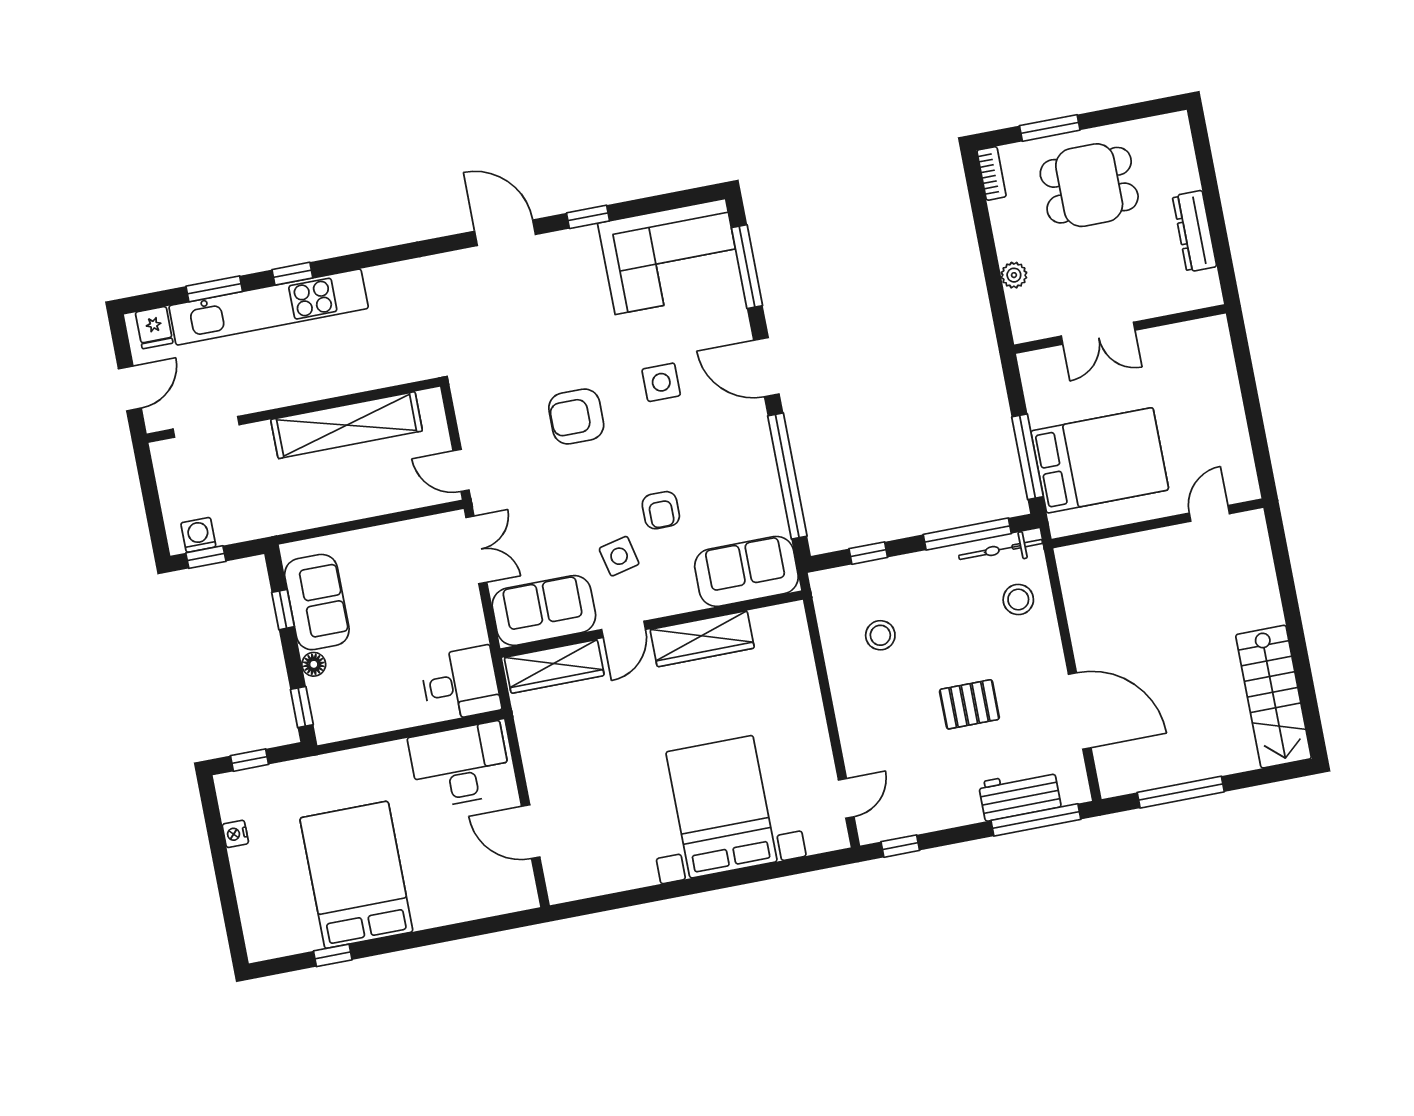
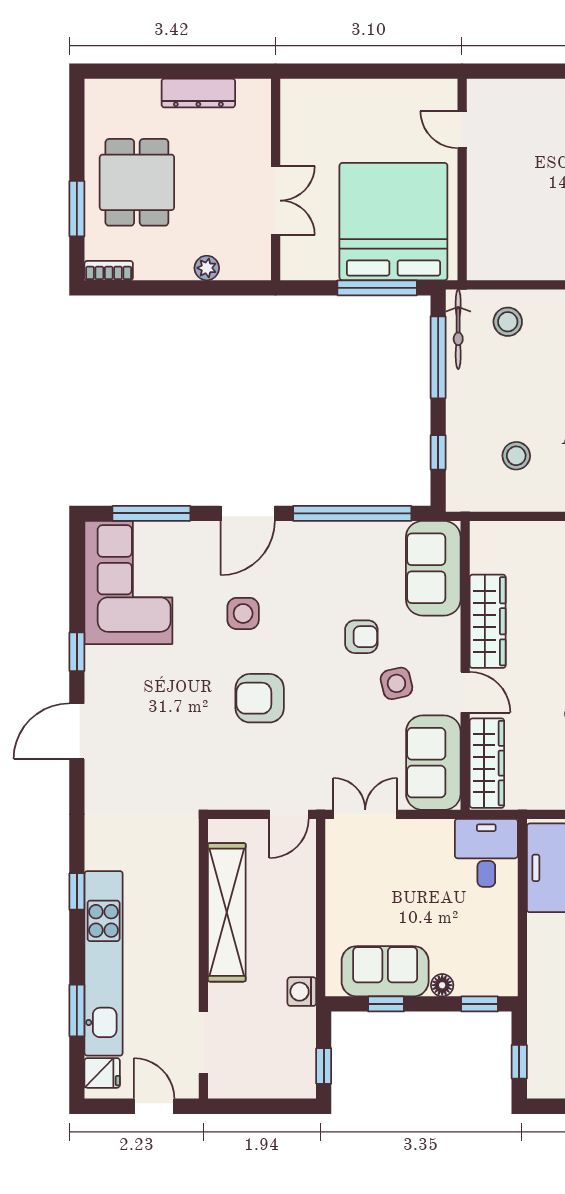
window: (292, 274) -> (77, 891), moved
armchair: (576, 417) -> (260, 698), turned 90
bed: (1100, 460) -> (393, 222), width x1.36
washing machine: (198, 535) -> (302, 992), moved

